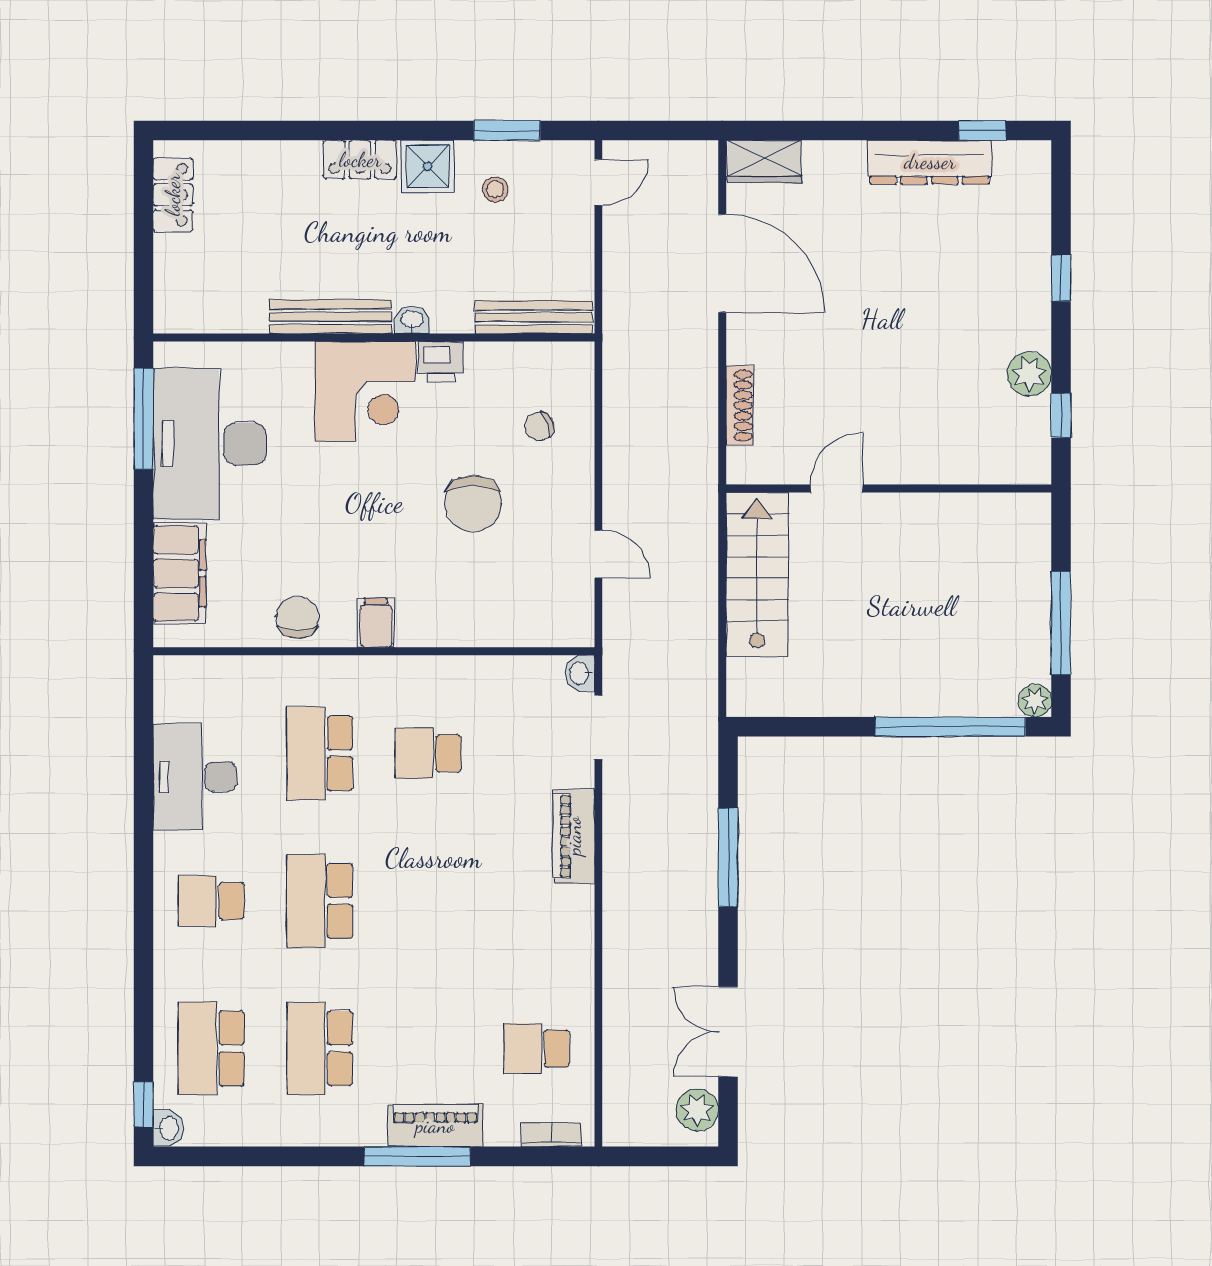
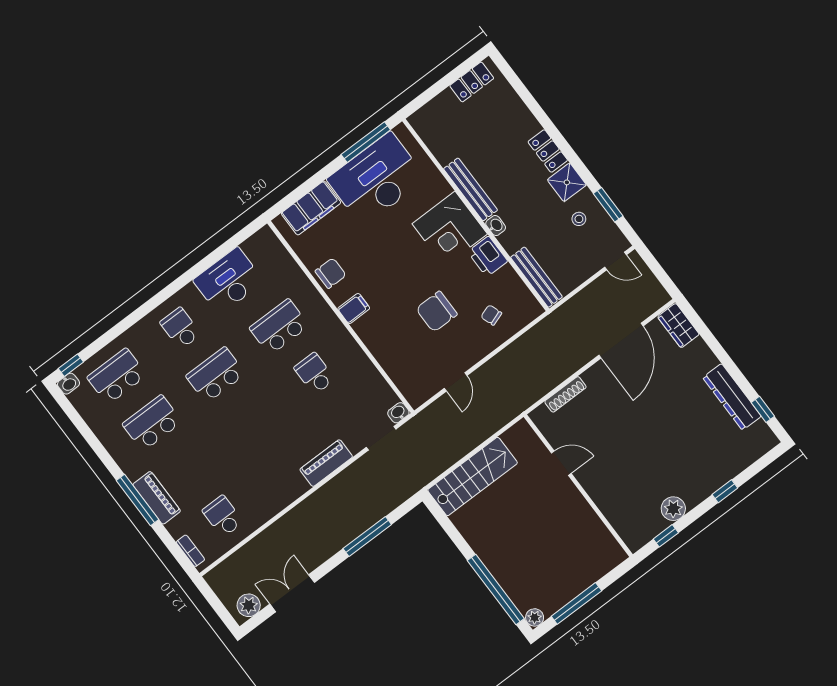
printer: (441, 362) -> (488, 256), width x1.36, depth x1.24
stairs: (757, 575) -> (473, 477), moved

